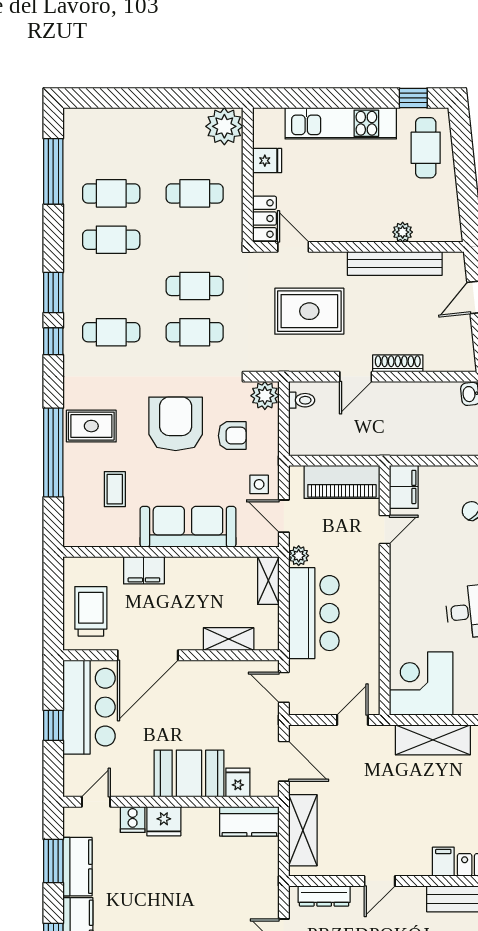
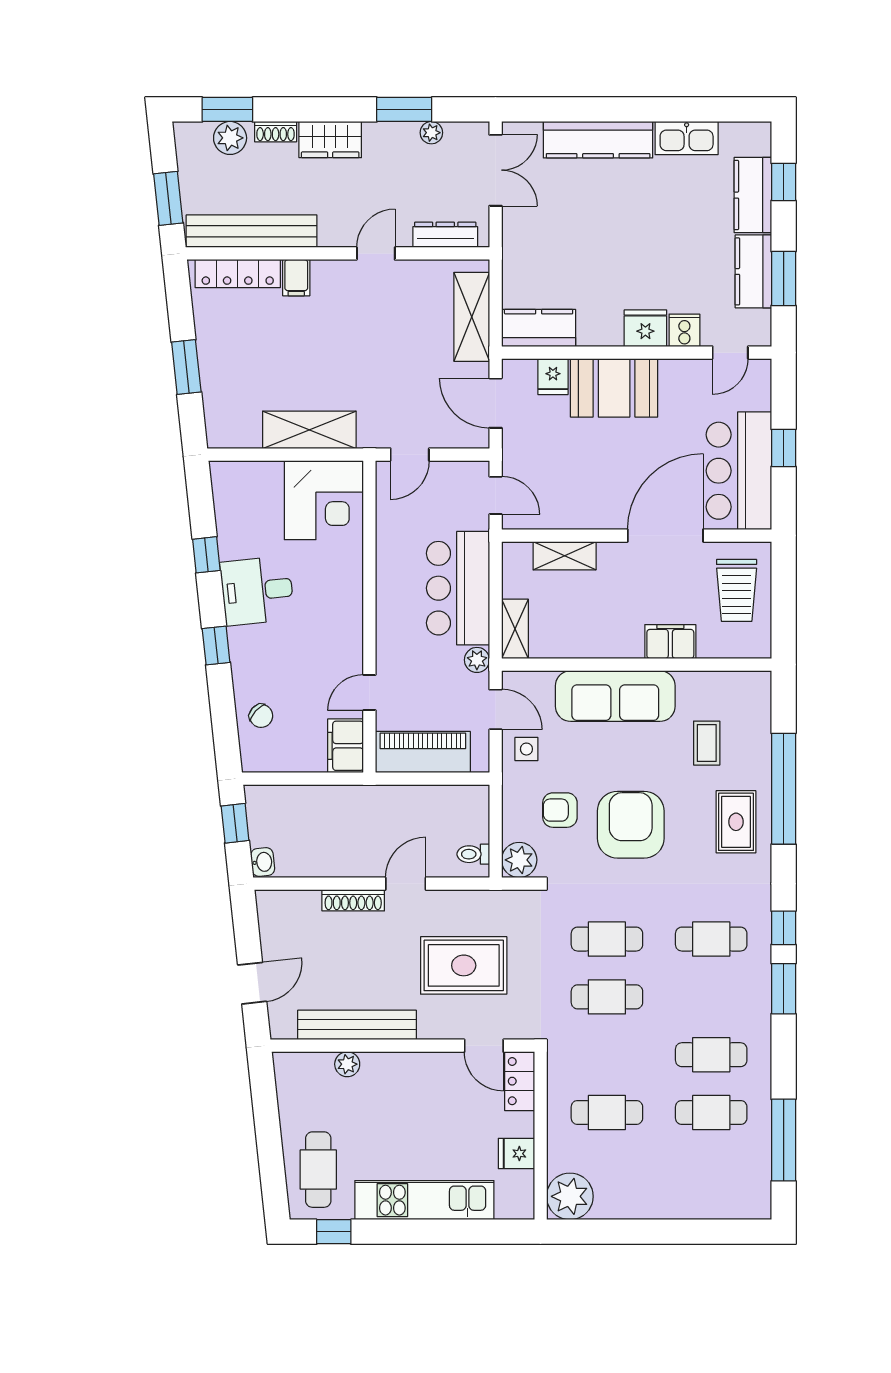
armchair: (176, 424) -> (631, 825), turned 180
rug: (91, 426) -> (736, 822), turned 90

